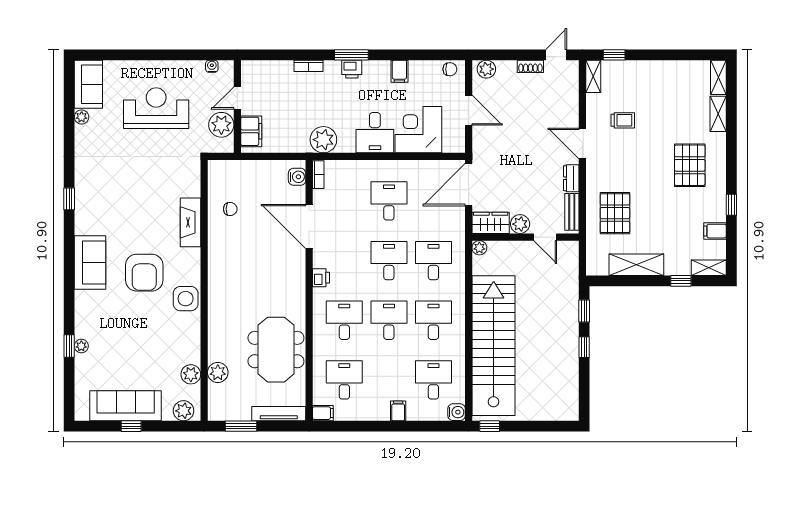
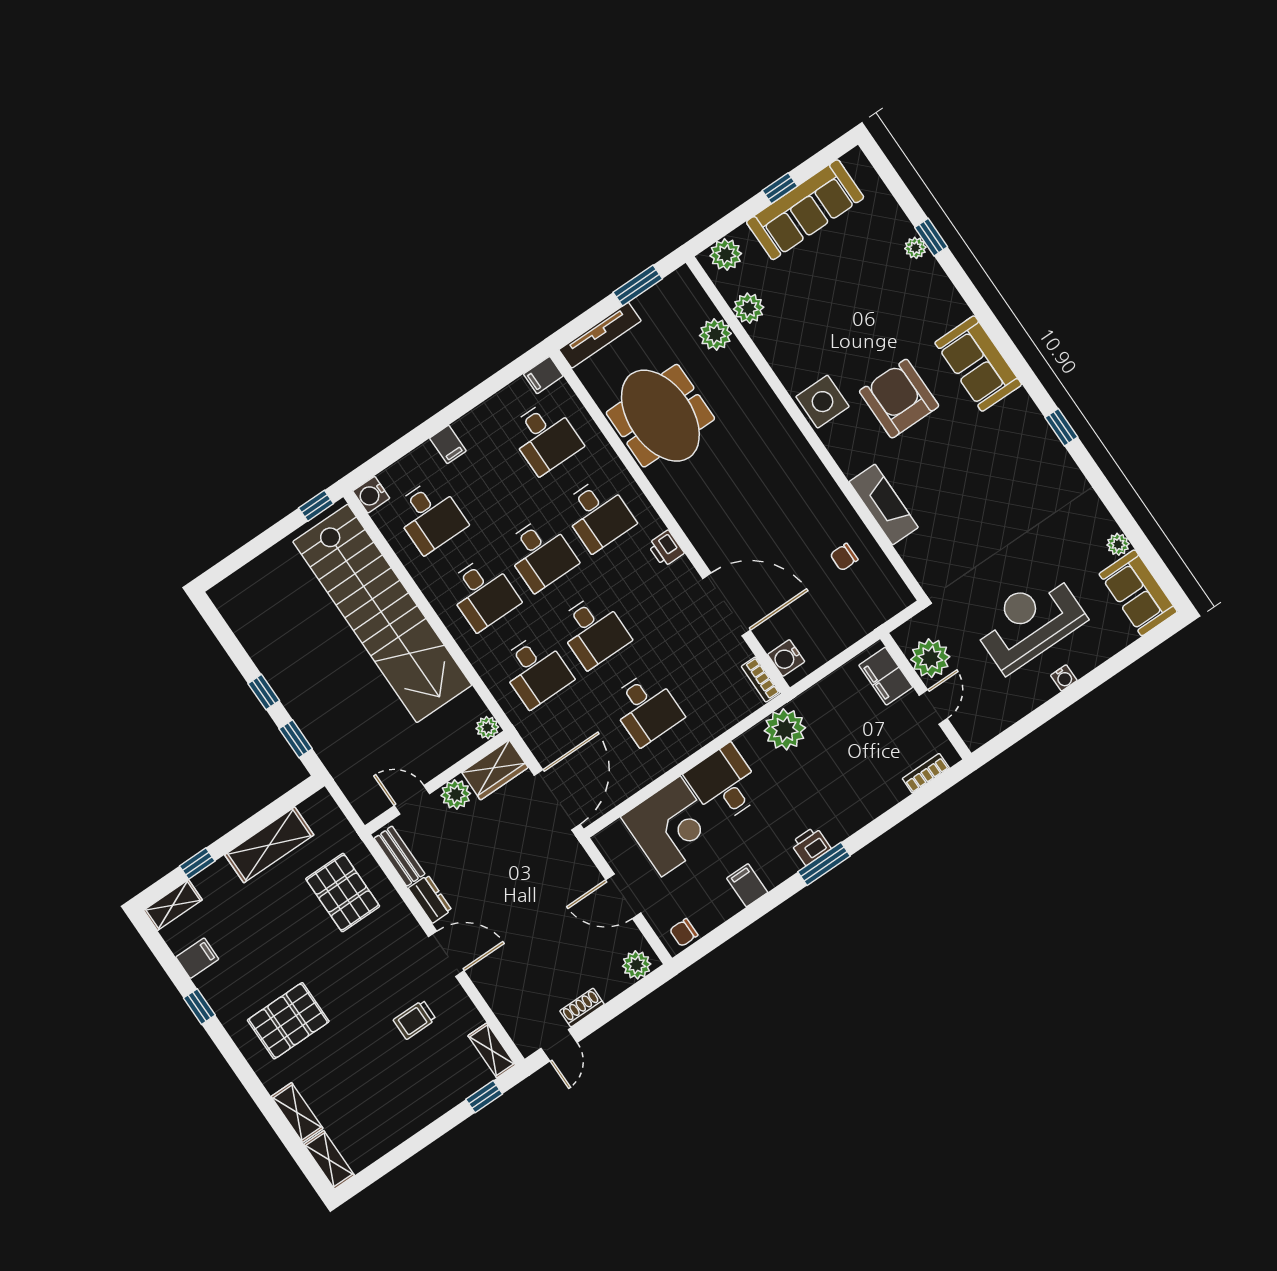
water cooler: (212, 66) -> (1064, 678), moved
bookcase: (309, 66) -> (926, 773), moved
reception desk: (156, 108) -> (1029, 622), turned 180
pallet: (690, 165) -> (288, 1021), turned 90

